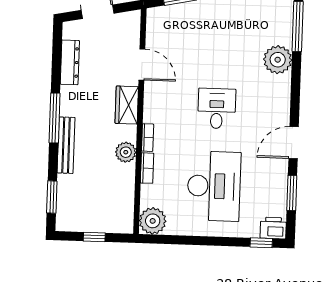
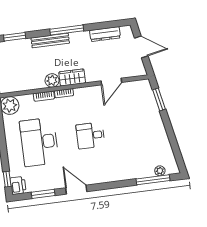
plant: (278, 60) -> (160, 171), moved, width x0.53, depth x0.53
wardrobe: (127, 105) -> (72, 77), moved
desk: (217, 109) -> (90, 135), turned 180
desk: (214, 186) -> (39, 142), turned 90

